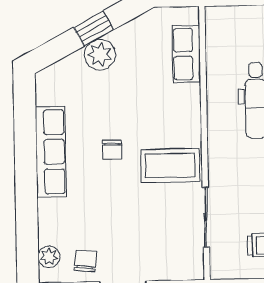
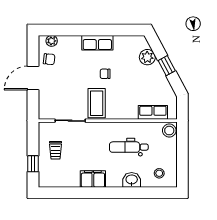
stool: (222, 21) -> (169, 131), added
plant: (100, 55) -> (147, 57), moved
row of seats: (51, 152) -> (97, 43), width x0.68

